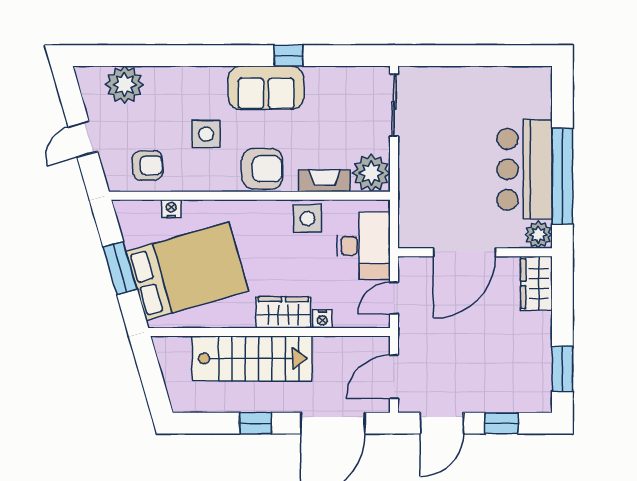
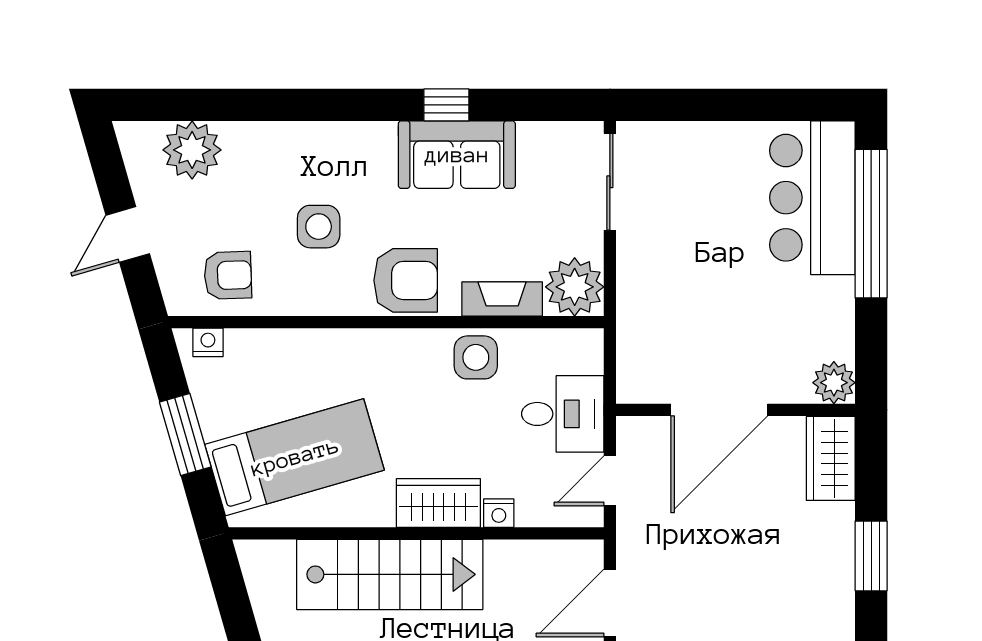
sofa: (266, 88) -> (457, 155), moved
bar counter: (525, 169) -> (812, 198), moved
window: (562, 176) -> (871, 224), moved
nightstand: (171, 209) -> (208, 342), moved
desk: (364, 246) -> (563, 414), width x0.73
bed: (187, 271) -> (295, 457), width x0.67
window: (562, 369) -> (871, 556), moved

